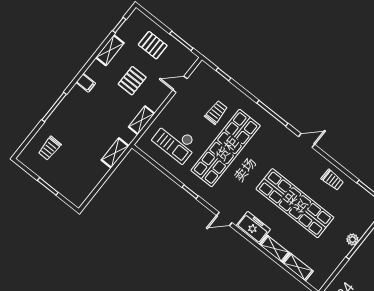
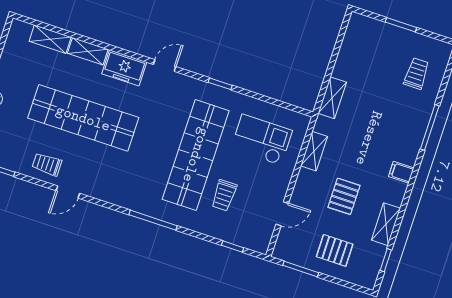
door: (307, 141) -> (68, 192), moved

